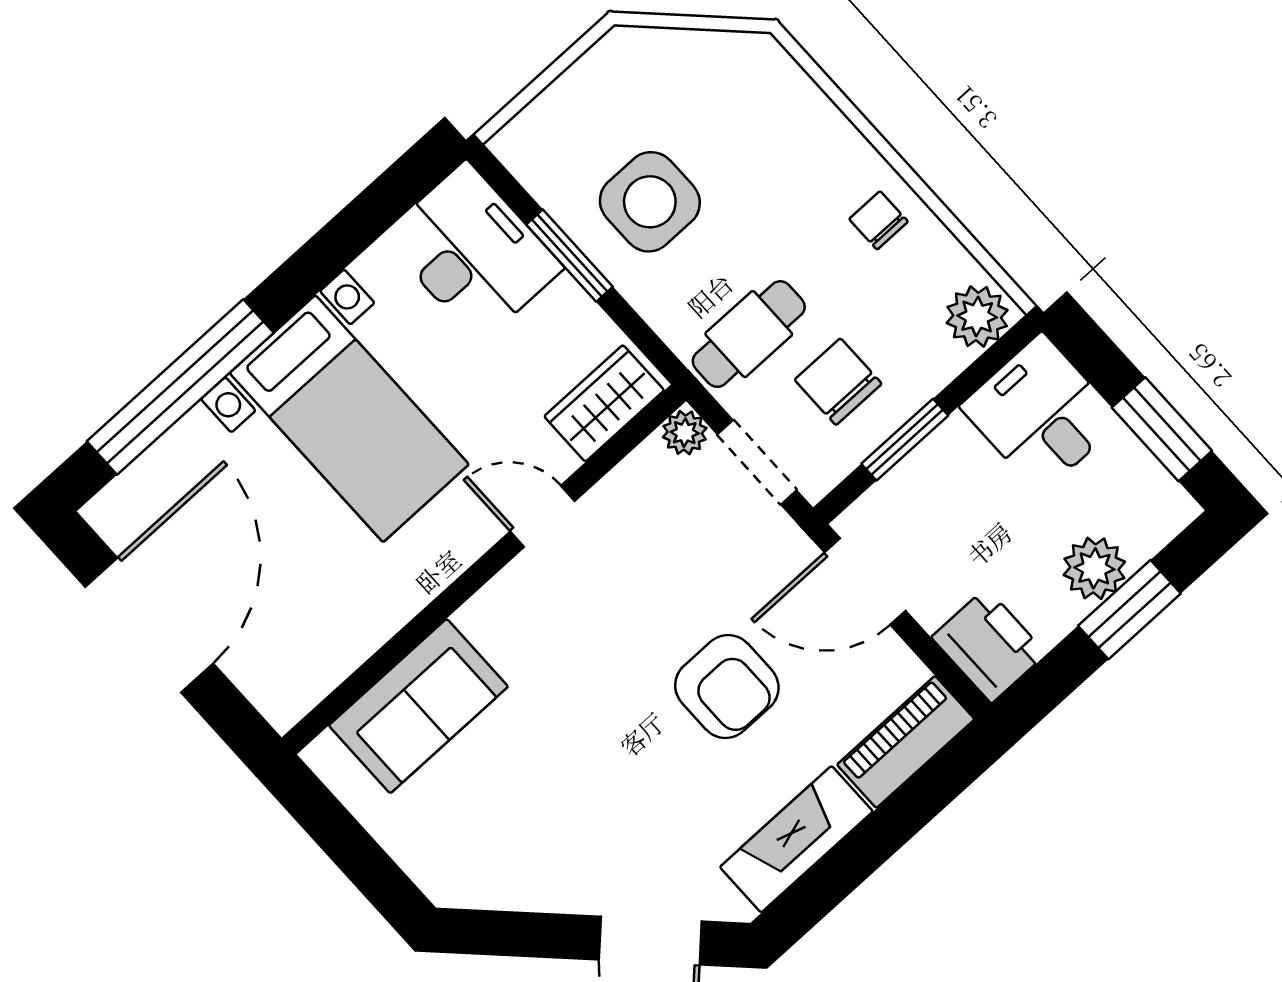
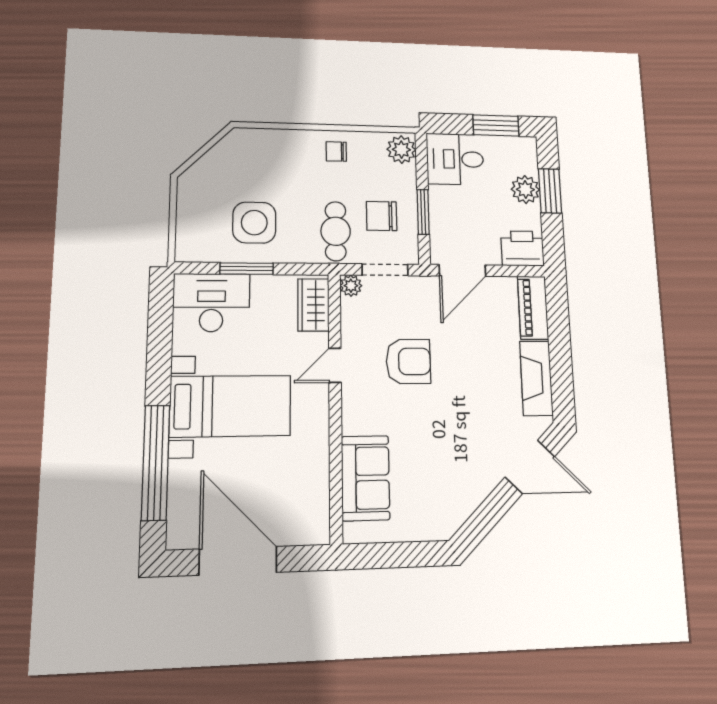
armchair: (727, 687) -> (408, 361), moved

